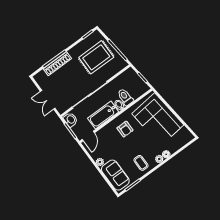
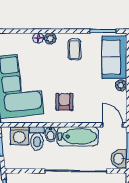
washing machine: (136, 91) -> (20, 136), added
door: (88, 136) -> (113, 125), hinge flipped

